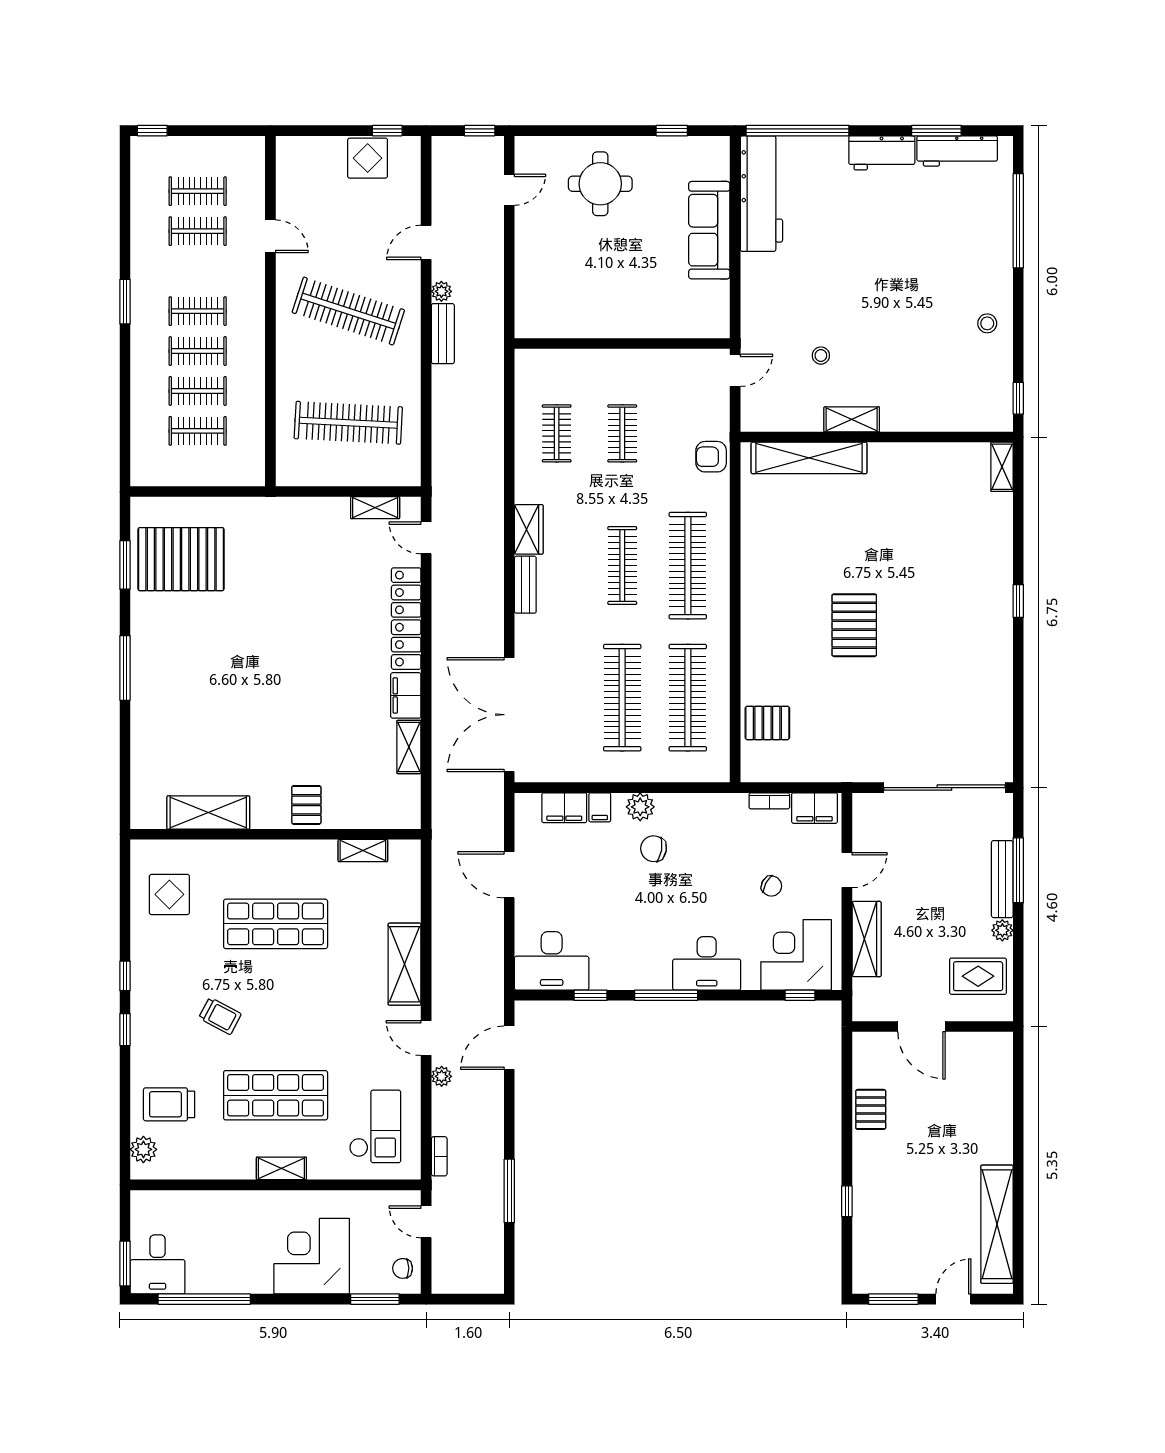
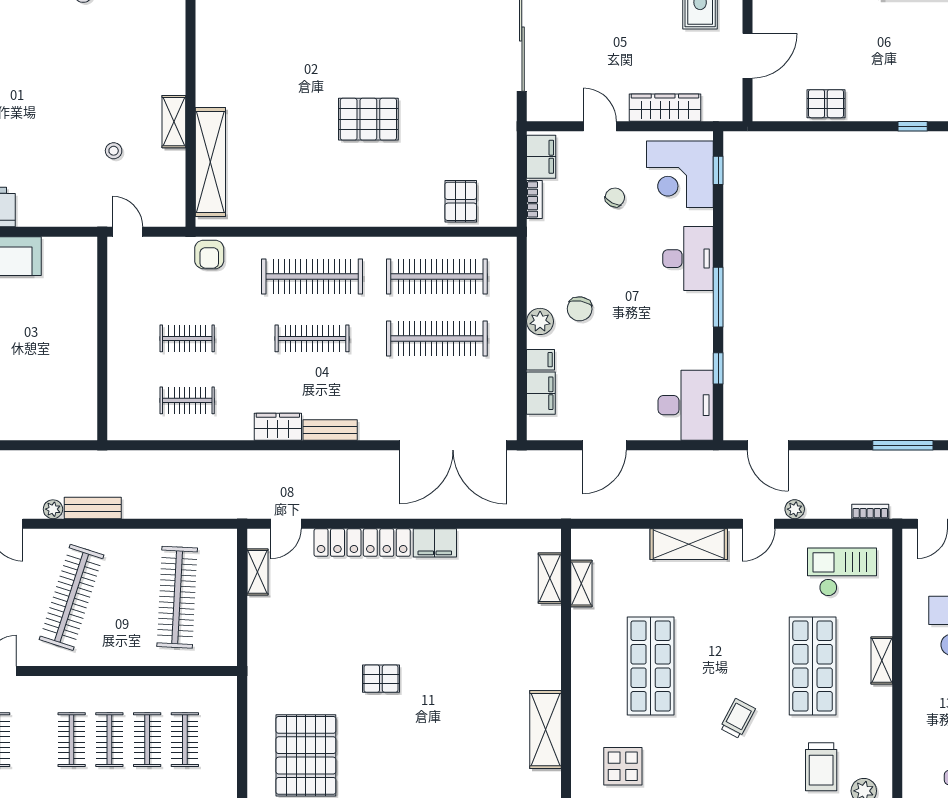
shelving: (409, 747) -> (550, 578), moved, turned 90
pallet: (306, 805) -> (381, 679), moved

